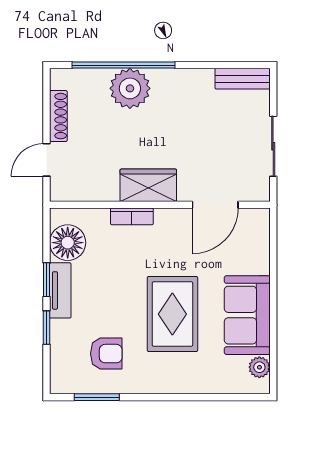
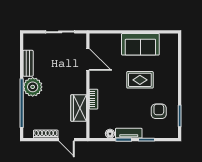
bench: (243, 79) -> (28, 63), moved
plant: (130, 88) -> (33, 87), moved
wardrobe: (148, 185) -> (79, 108), moved
floor lamp: (68, 243) -> (110, 134), width x0.53, depth x0.53
rug: (172, 314) -> (140, 80), width x0.73, depth x0.70
plant: (259, 367) -> (165, 38), removed

